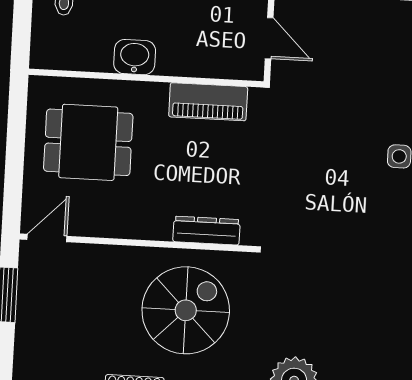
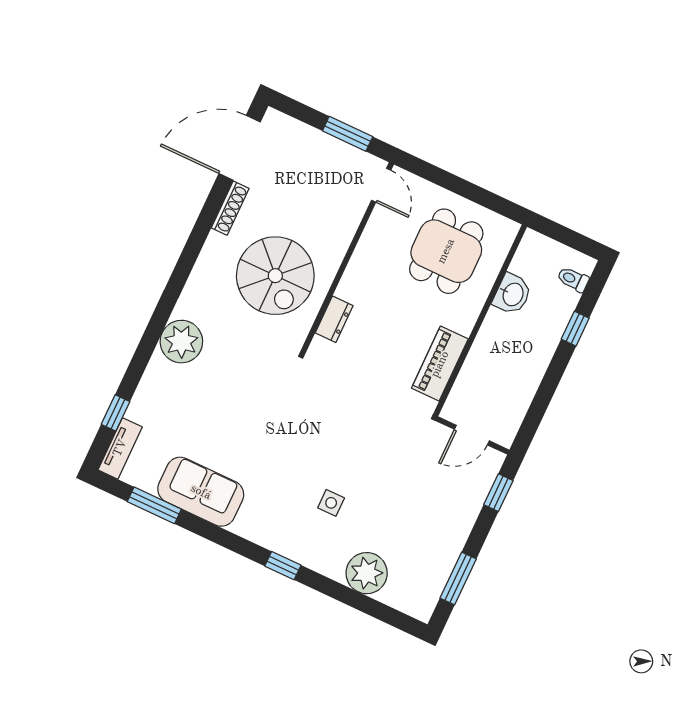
washbasin: (135, 57) -> (512, 294), moved
dresser: (206, 231) -> (334, 319), width x0.70

